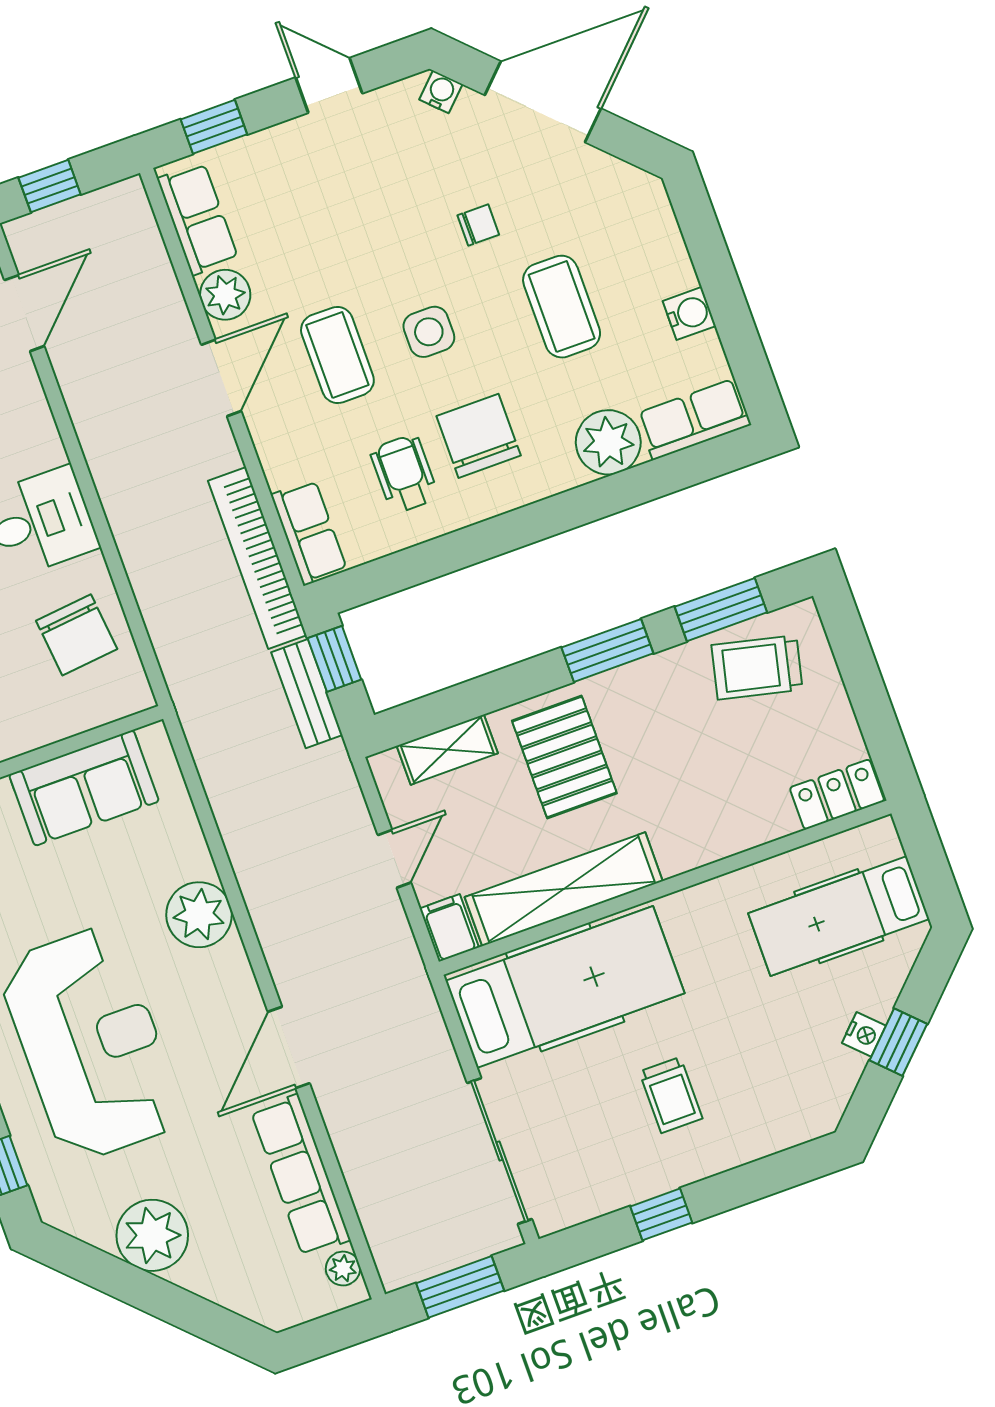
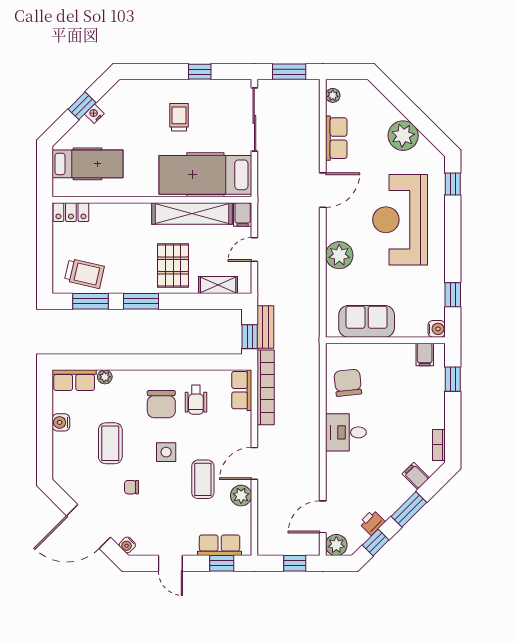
row of seats: (198, 219) -> (220, 545), moved, turned 90
coffee table: (337, 355) -> (203, 479), moved
plant: (608, 442) -> (105, 377), width x0.53, depth x0.53
row of seats: (301, 1175) -> (336, 138), width x0.68

